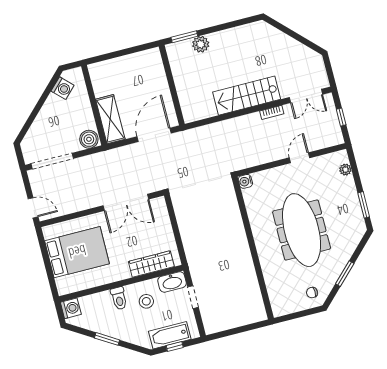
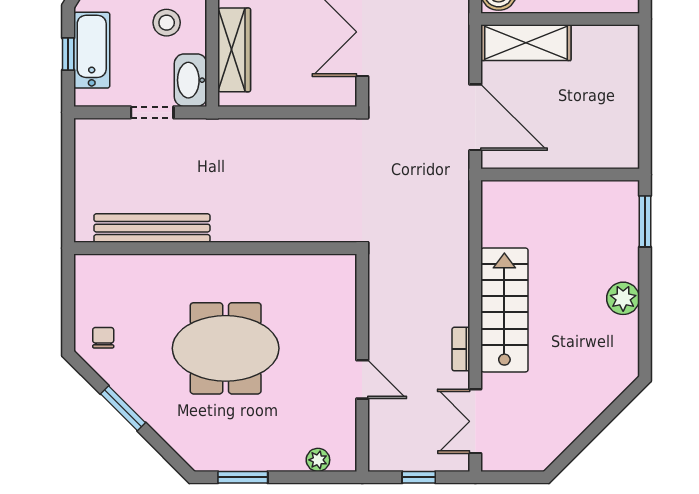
plant: (201, 44) -> (623, 298), moved
water cooler: (245, 181) -> (344, 266), removed
meeting table: (302, 230) -> (226, 348), width x0.73
bench: (251, 282) -> (152, 228), added

